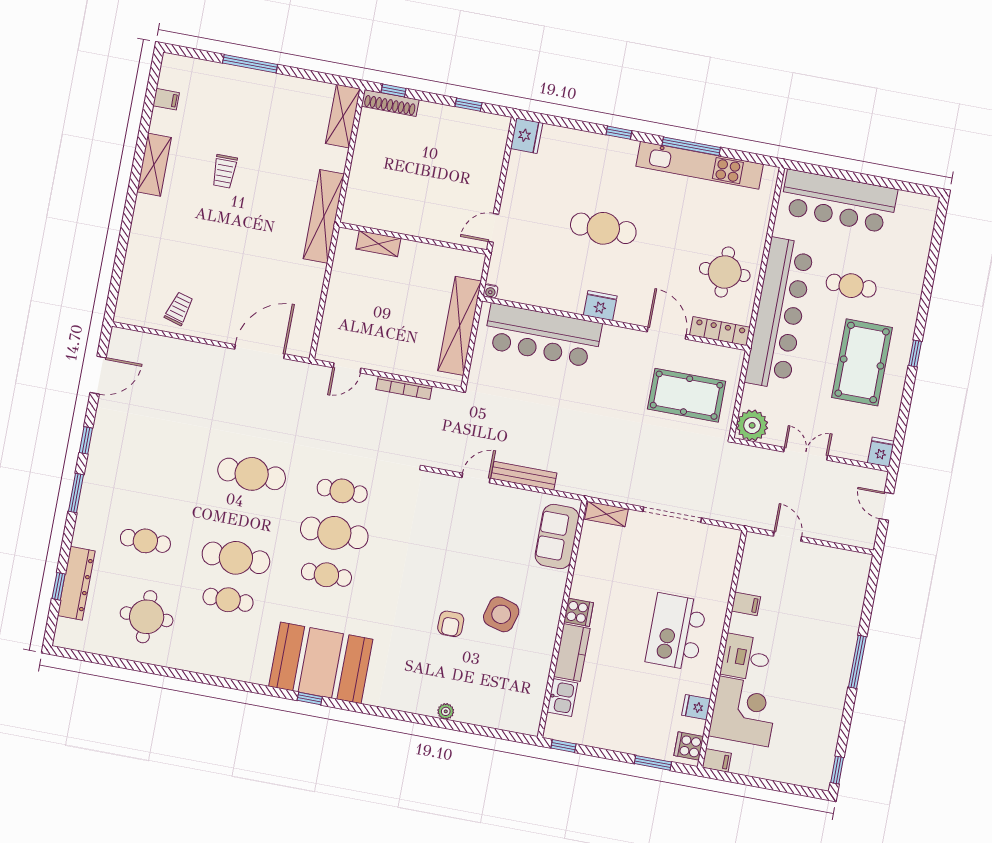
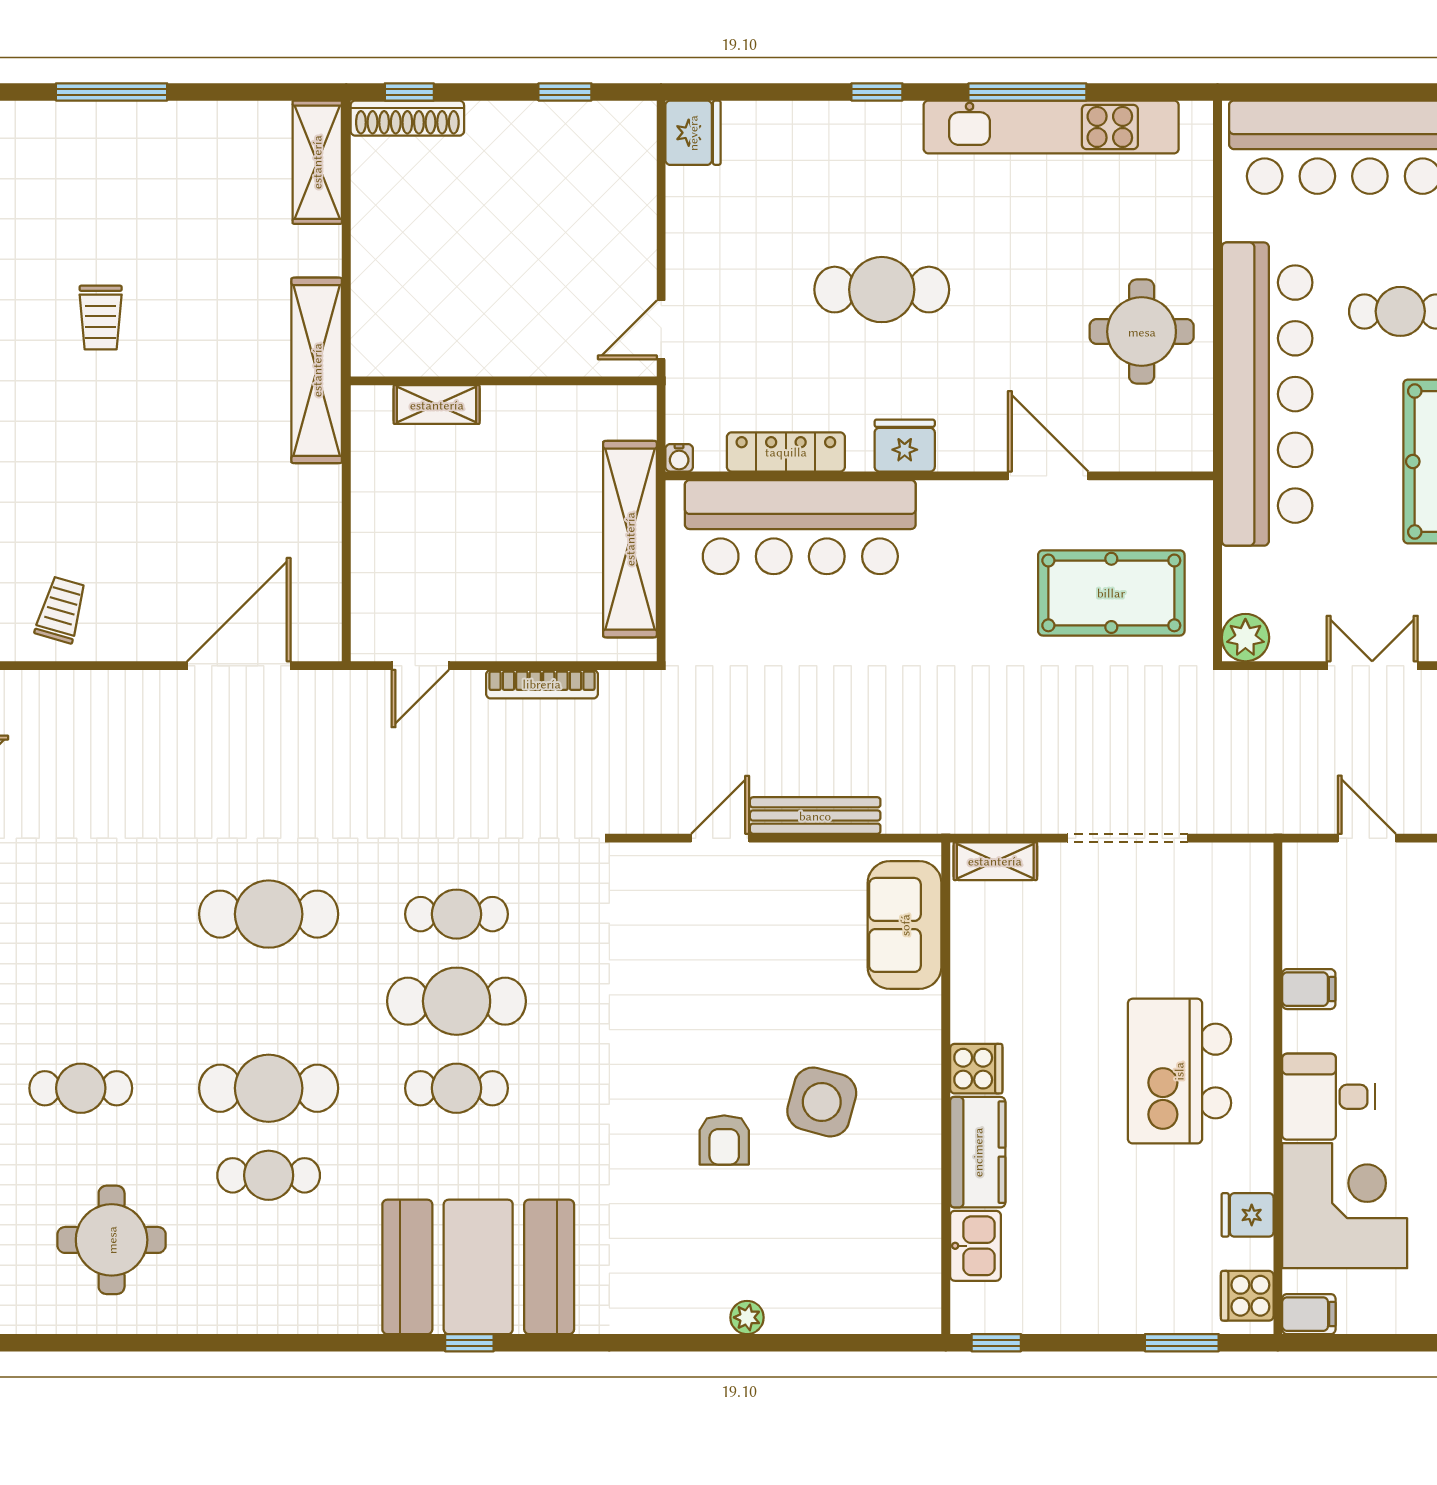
locker: (720, 331) -> (786, 452), moved
plant: (752, 425) -> (1245, 638), width x0.73, depth x0.73

